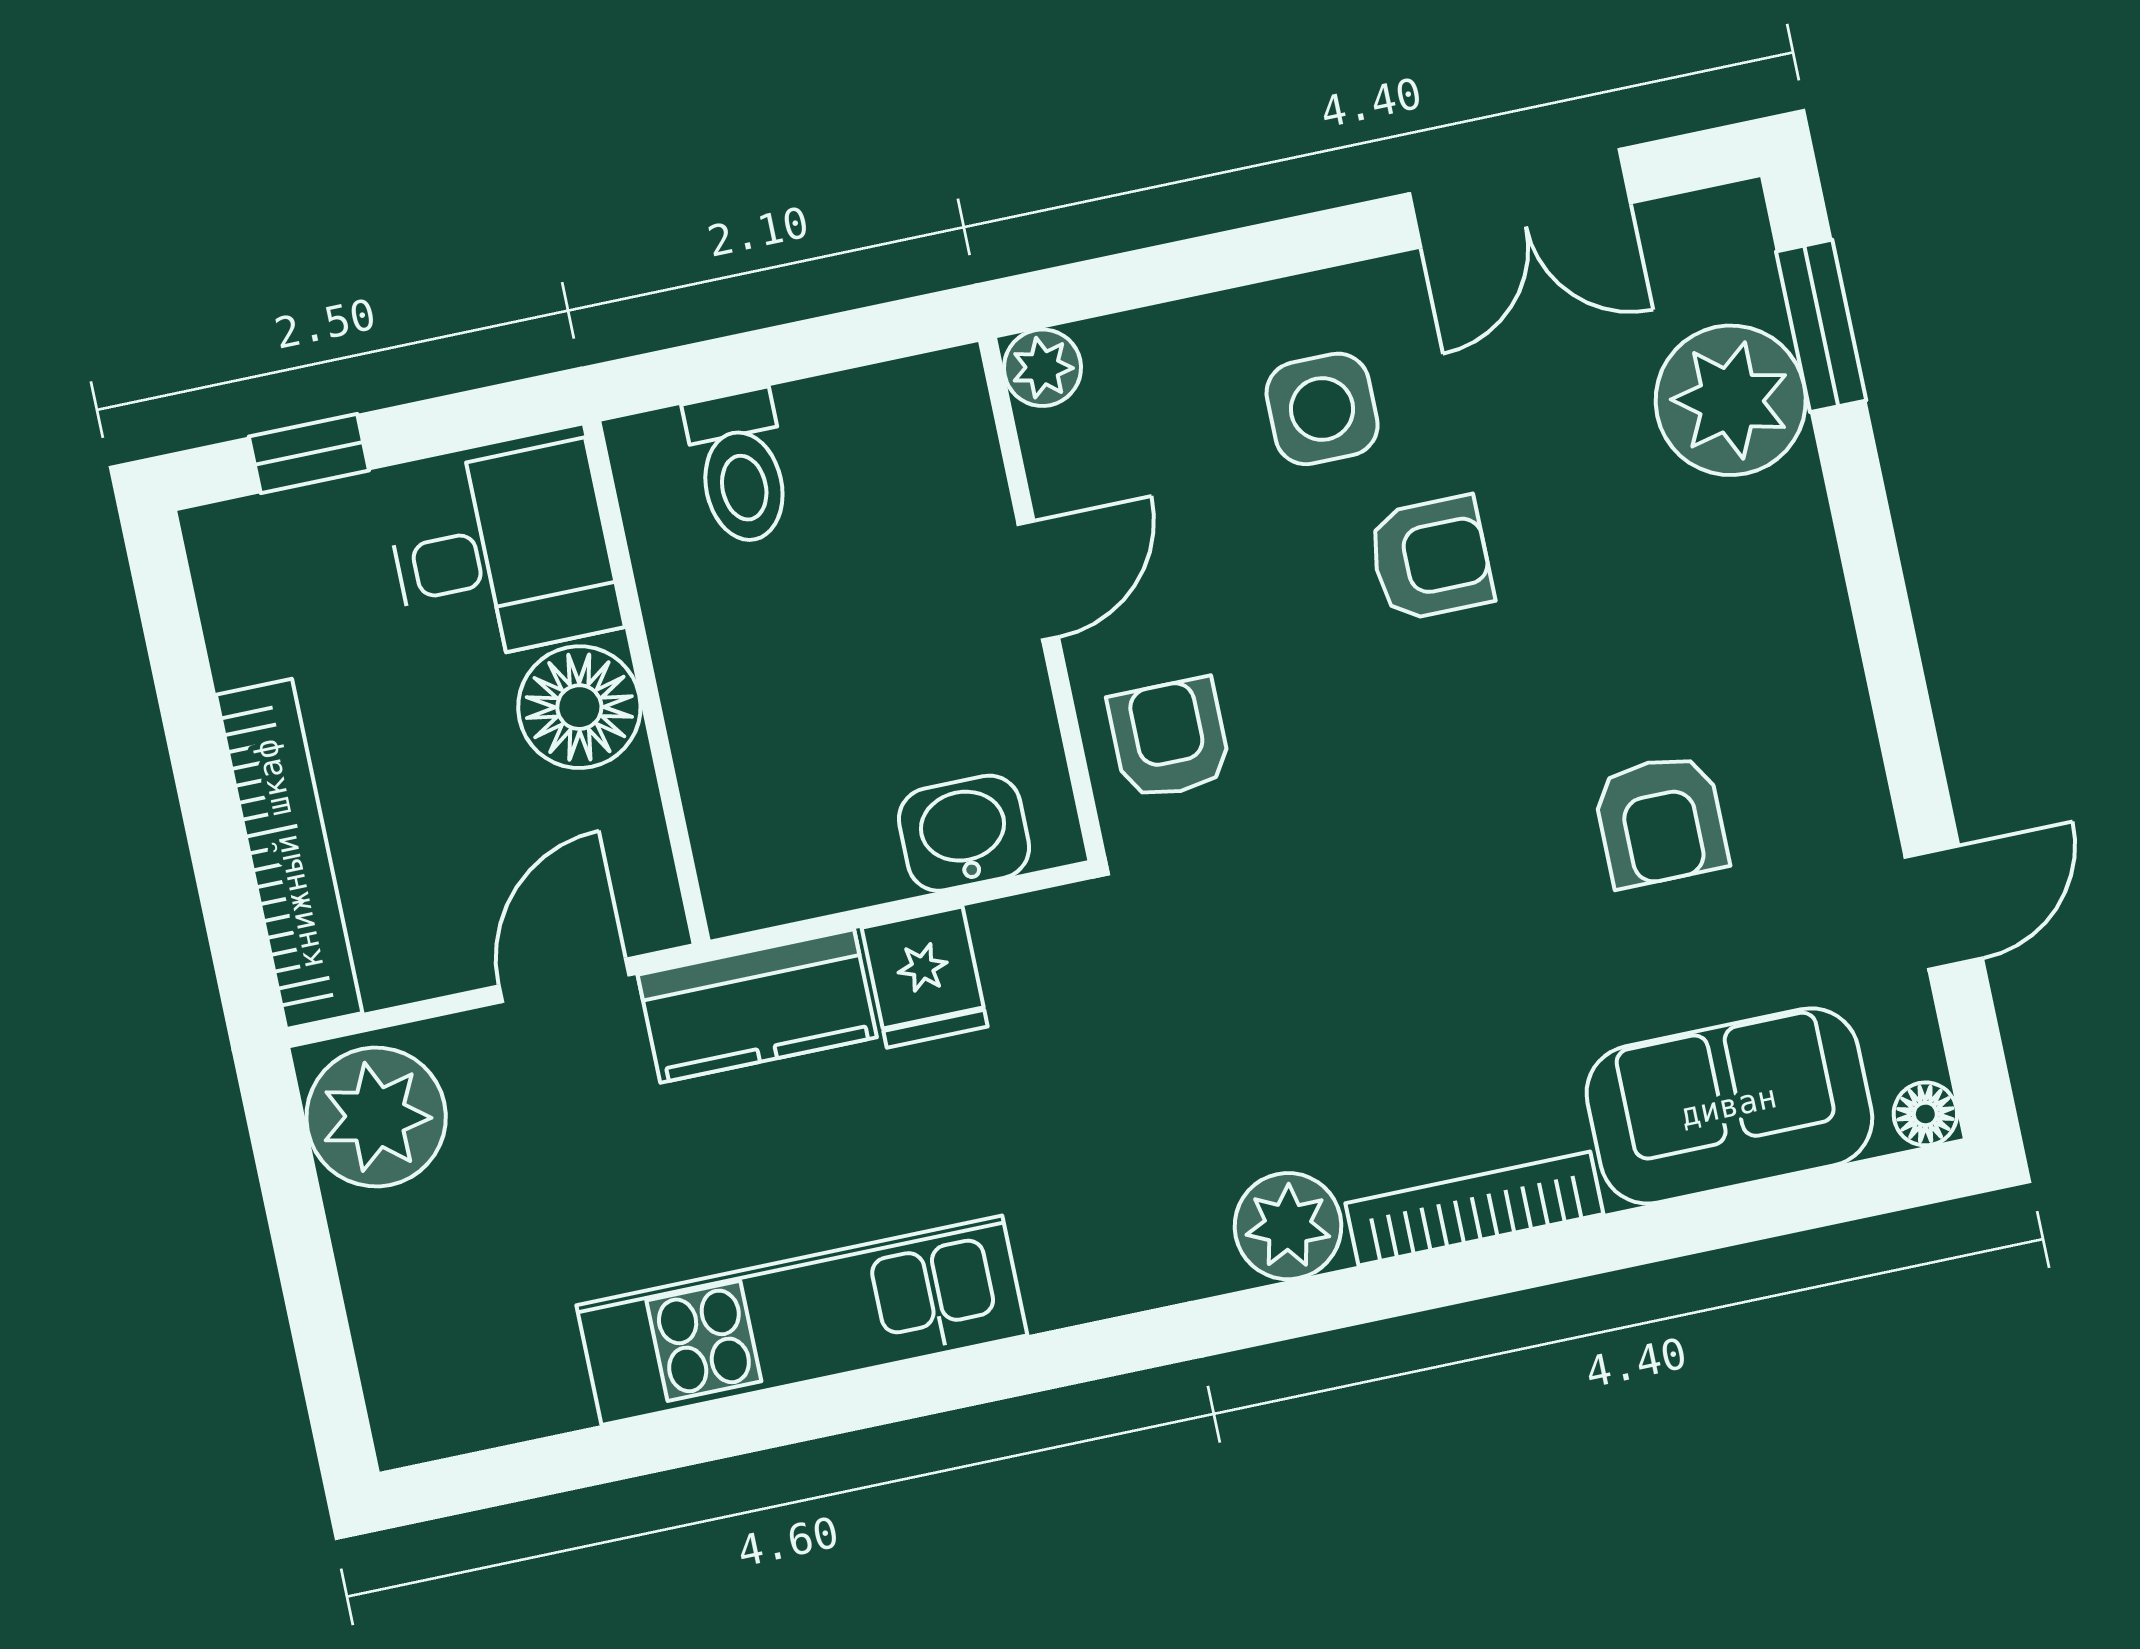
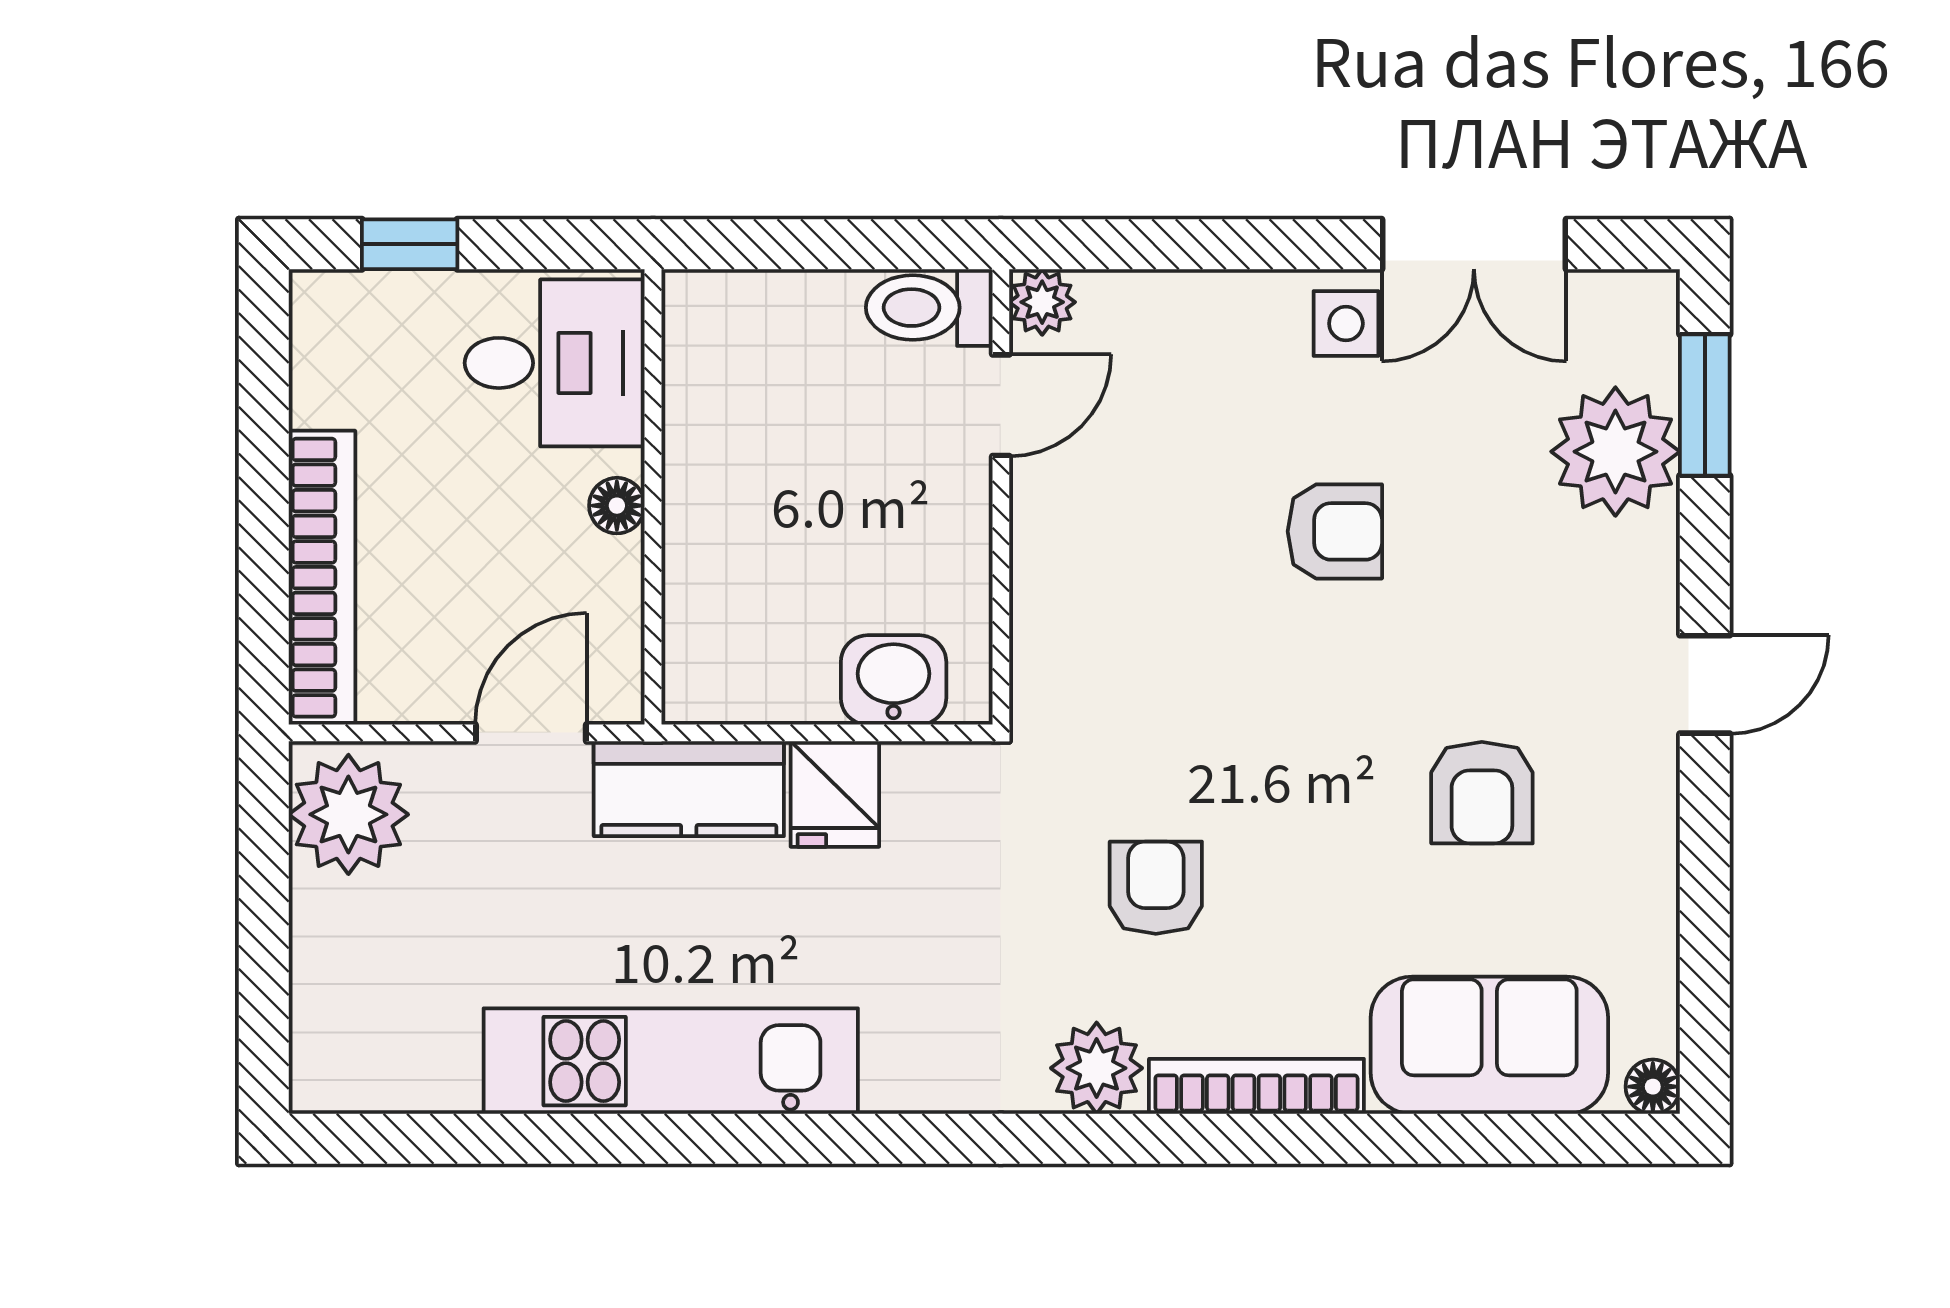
side table: (1322, 409) -> (1346, 324), moved, width x0.73, depth x0.73
toilet: (740, 467) -> (929, 308), moved, turned 90
door: (1038, 580) -> (1001, 405), moved
floor lamp: (579, 707) -> (617, 506), width x0.53, depth x0.53
armchair: (1169, 739) -> (1156, 888), moved
door: (1944, 908) -> (1705, 684), moved

